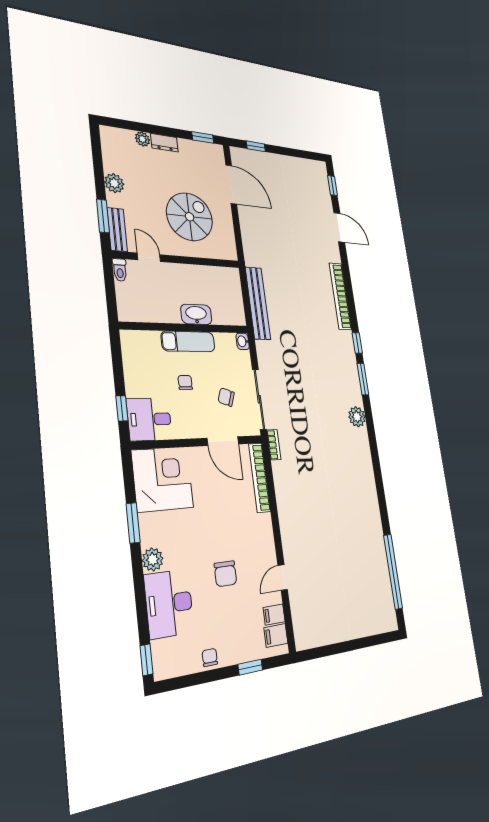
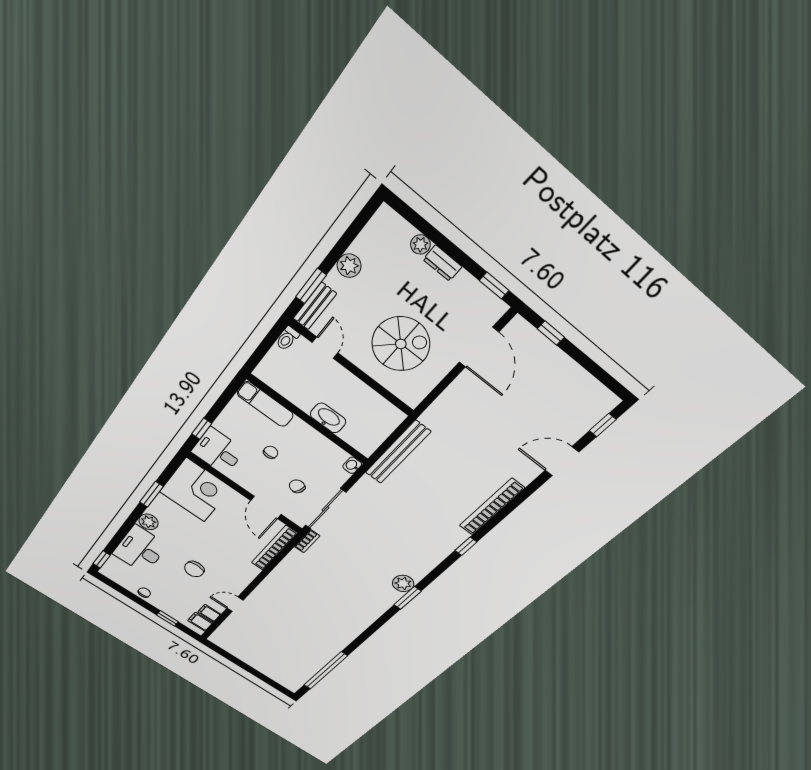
door: (339, 228) -> (562, 461), swing flipped
exam couch: (188, 341) -> (265, 404), moved
window: (363, 379) -> (407, 598), moved

